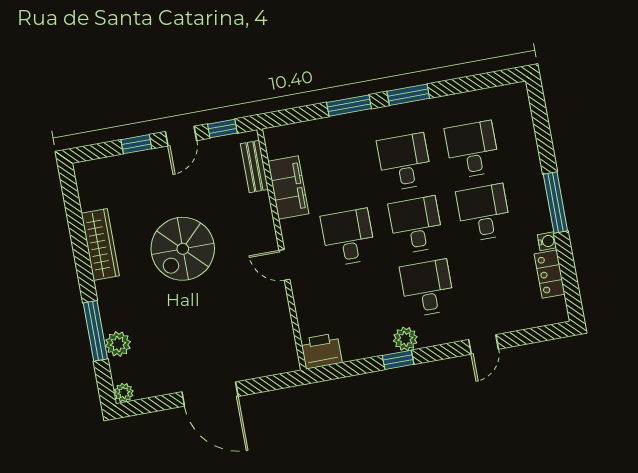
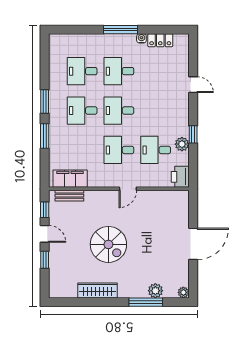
filing cabinet: (288, 188) -> (70, 179), moved
desk: (427, 288) -> (156, 150), moved
plant: (405, 339) -> (182, 144), moved

